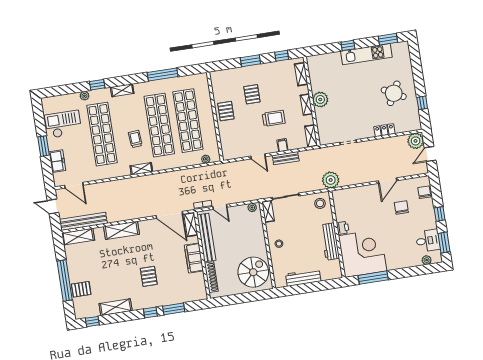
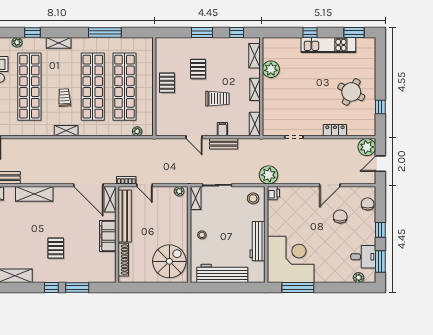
plant: (320, 99) -> (271, 69), moved
printer: (343, 228) -> (273, 193), moved
workbench: (303, 278) -> (222, 273), width x1.36, depth x1.32

